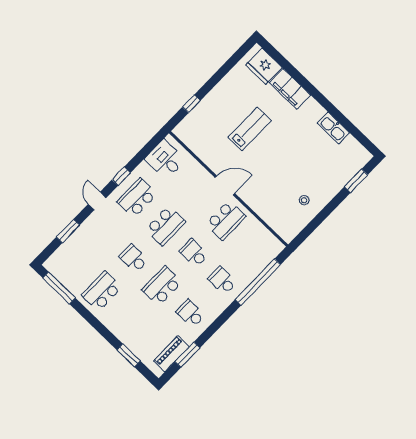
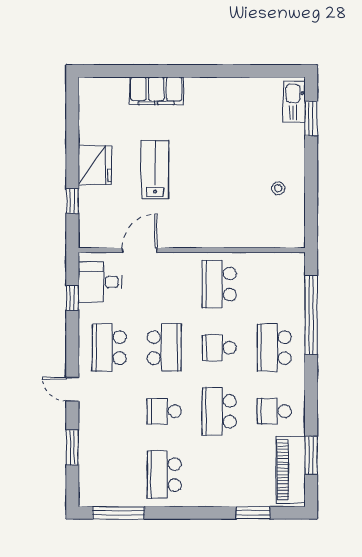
fridge: (264, 66) -> (95, 165), moved, turned -90
kitchen sink: (333, 128) -> (294, 102), moved, turned 90
window: (121, 176) -> (72, 298), moved
door: (225, 185) -> (139, 250), moved
school desk: (226, 220) -> (219, 284), turned 180
school desk: (222, 281) -> (274, 348), width x1.85
piano: (171, 354) -> (291, 470), width x1.37, depth x1.33

